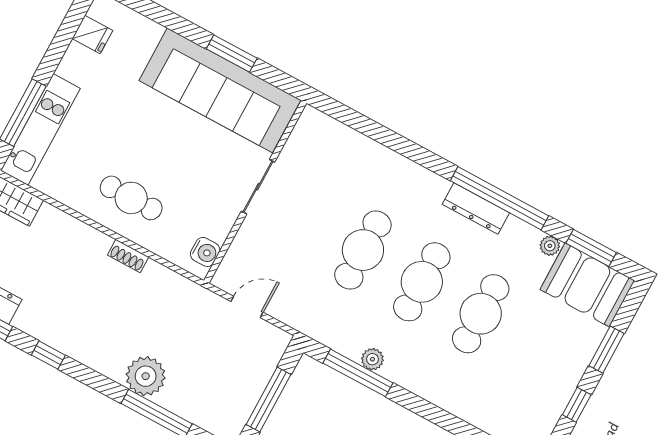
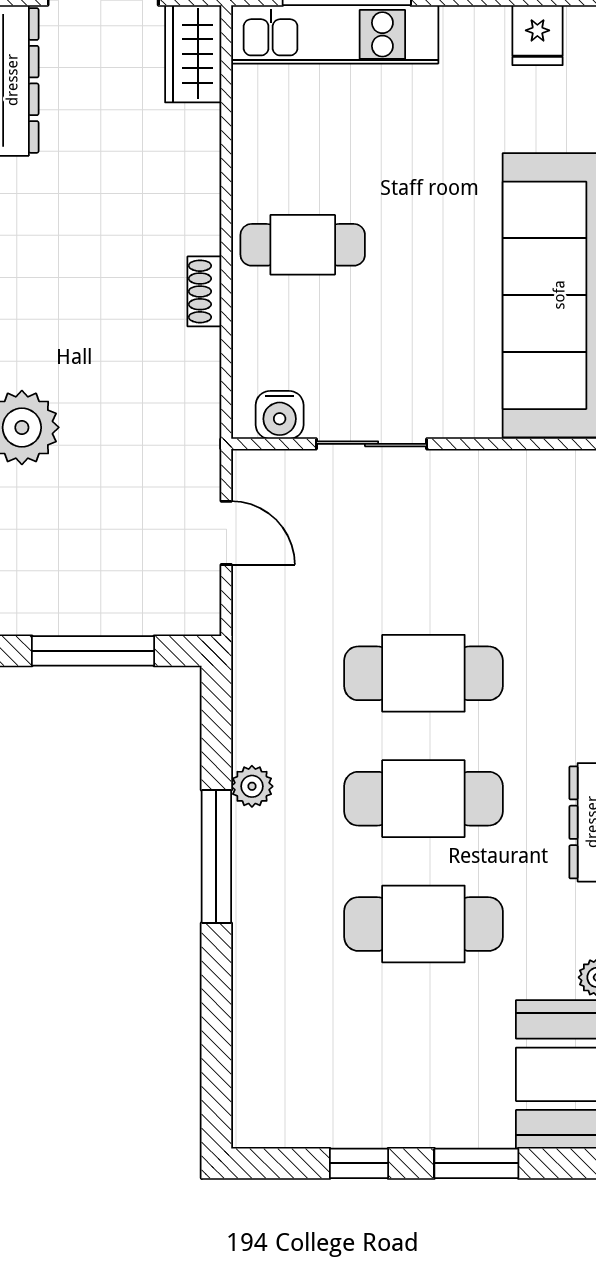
sliding door: (258, 187) -> (372, 444), moved
cafe table: (131, 198) -> (303, 245), turned 90
window: (358, 373) -> (216, 856), moved

